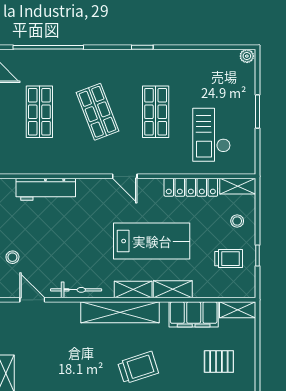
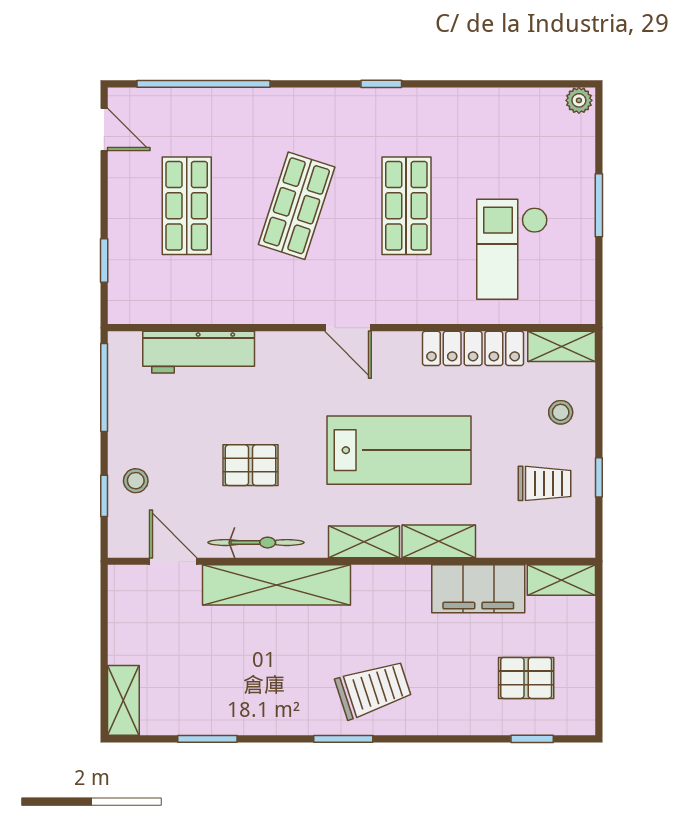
shop shelf: (98, 112) -> (297, 206), turned 39
pallet: (73, 249) -> (251, 465), added
shelving: (120, 312) -> (276, 585), moved

